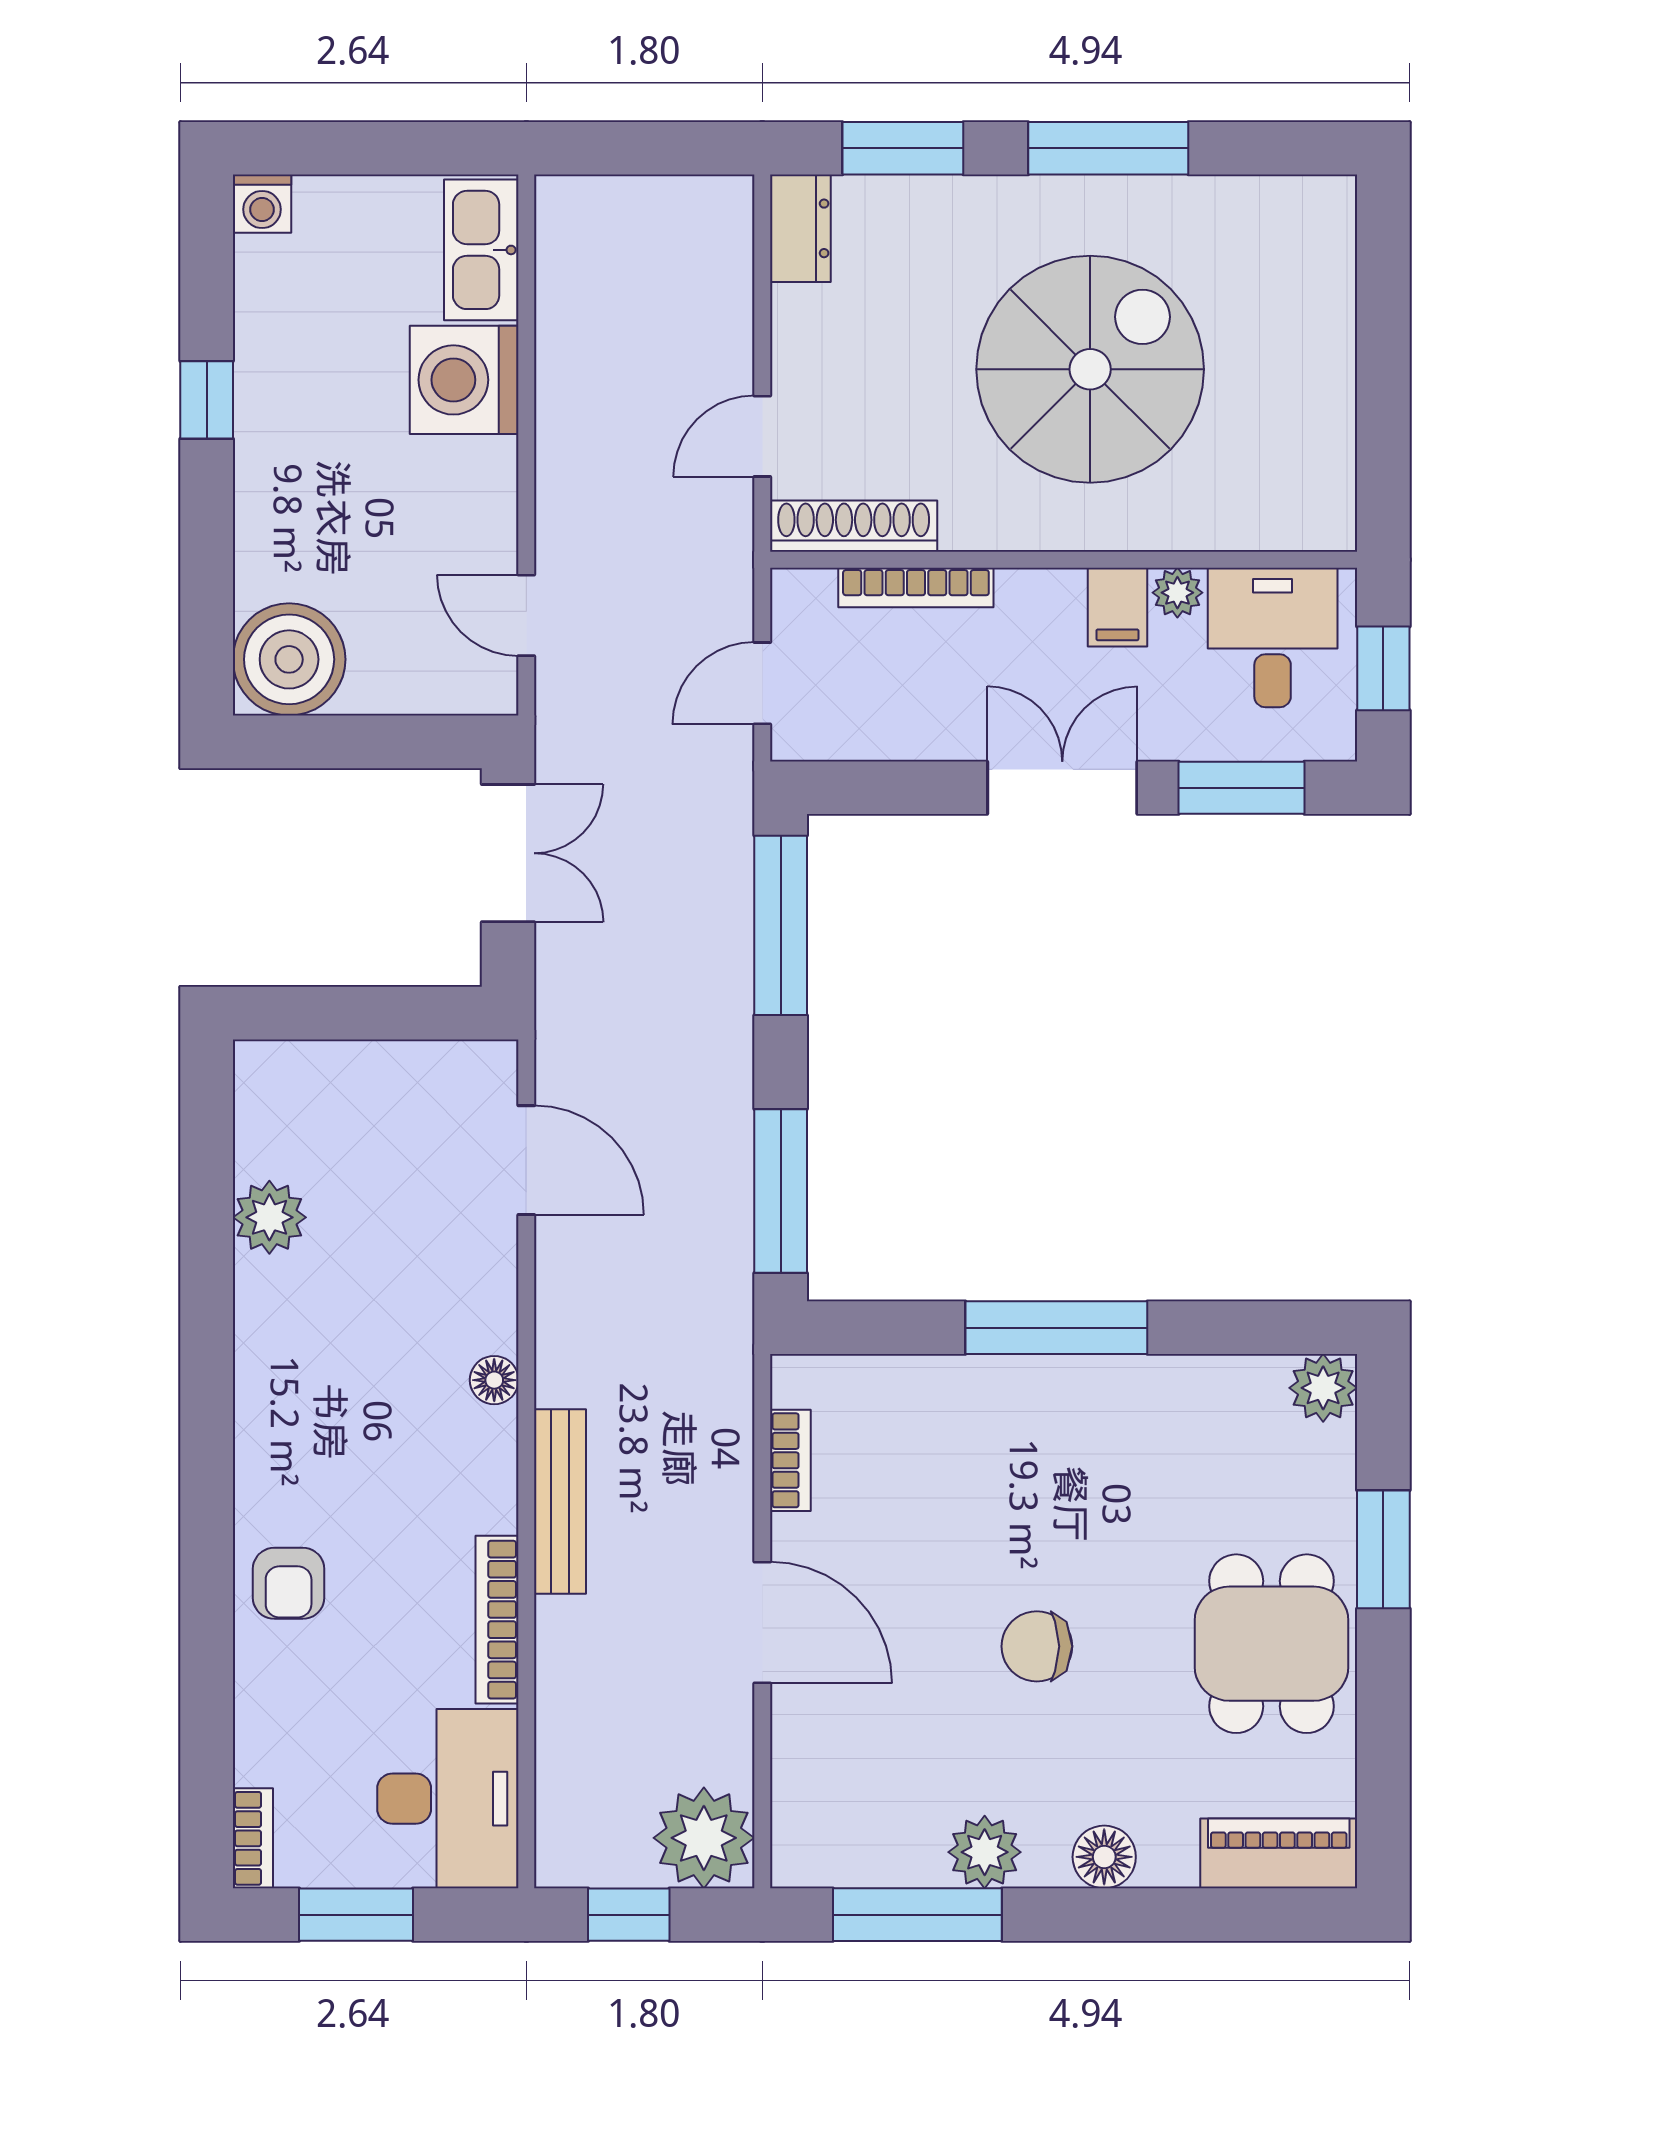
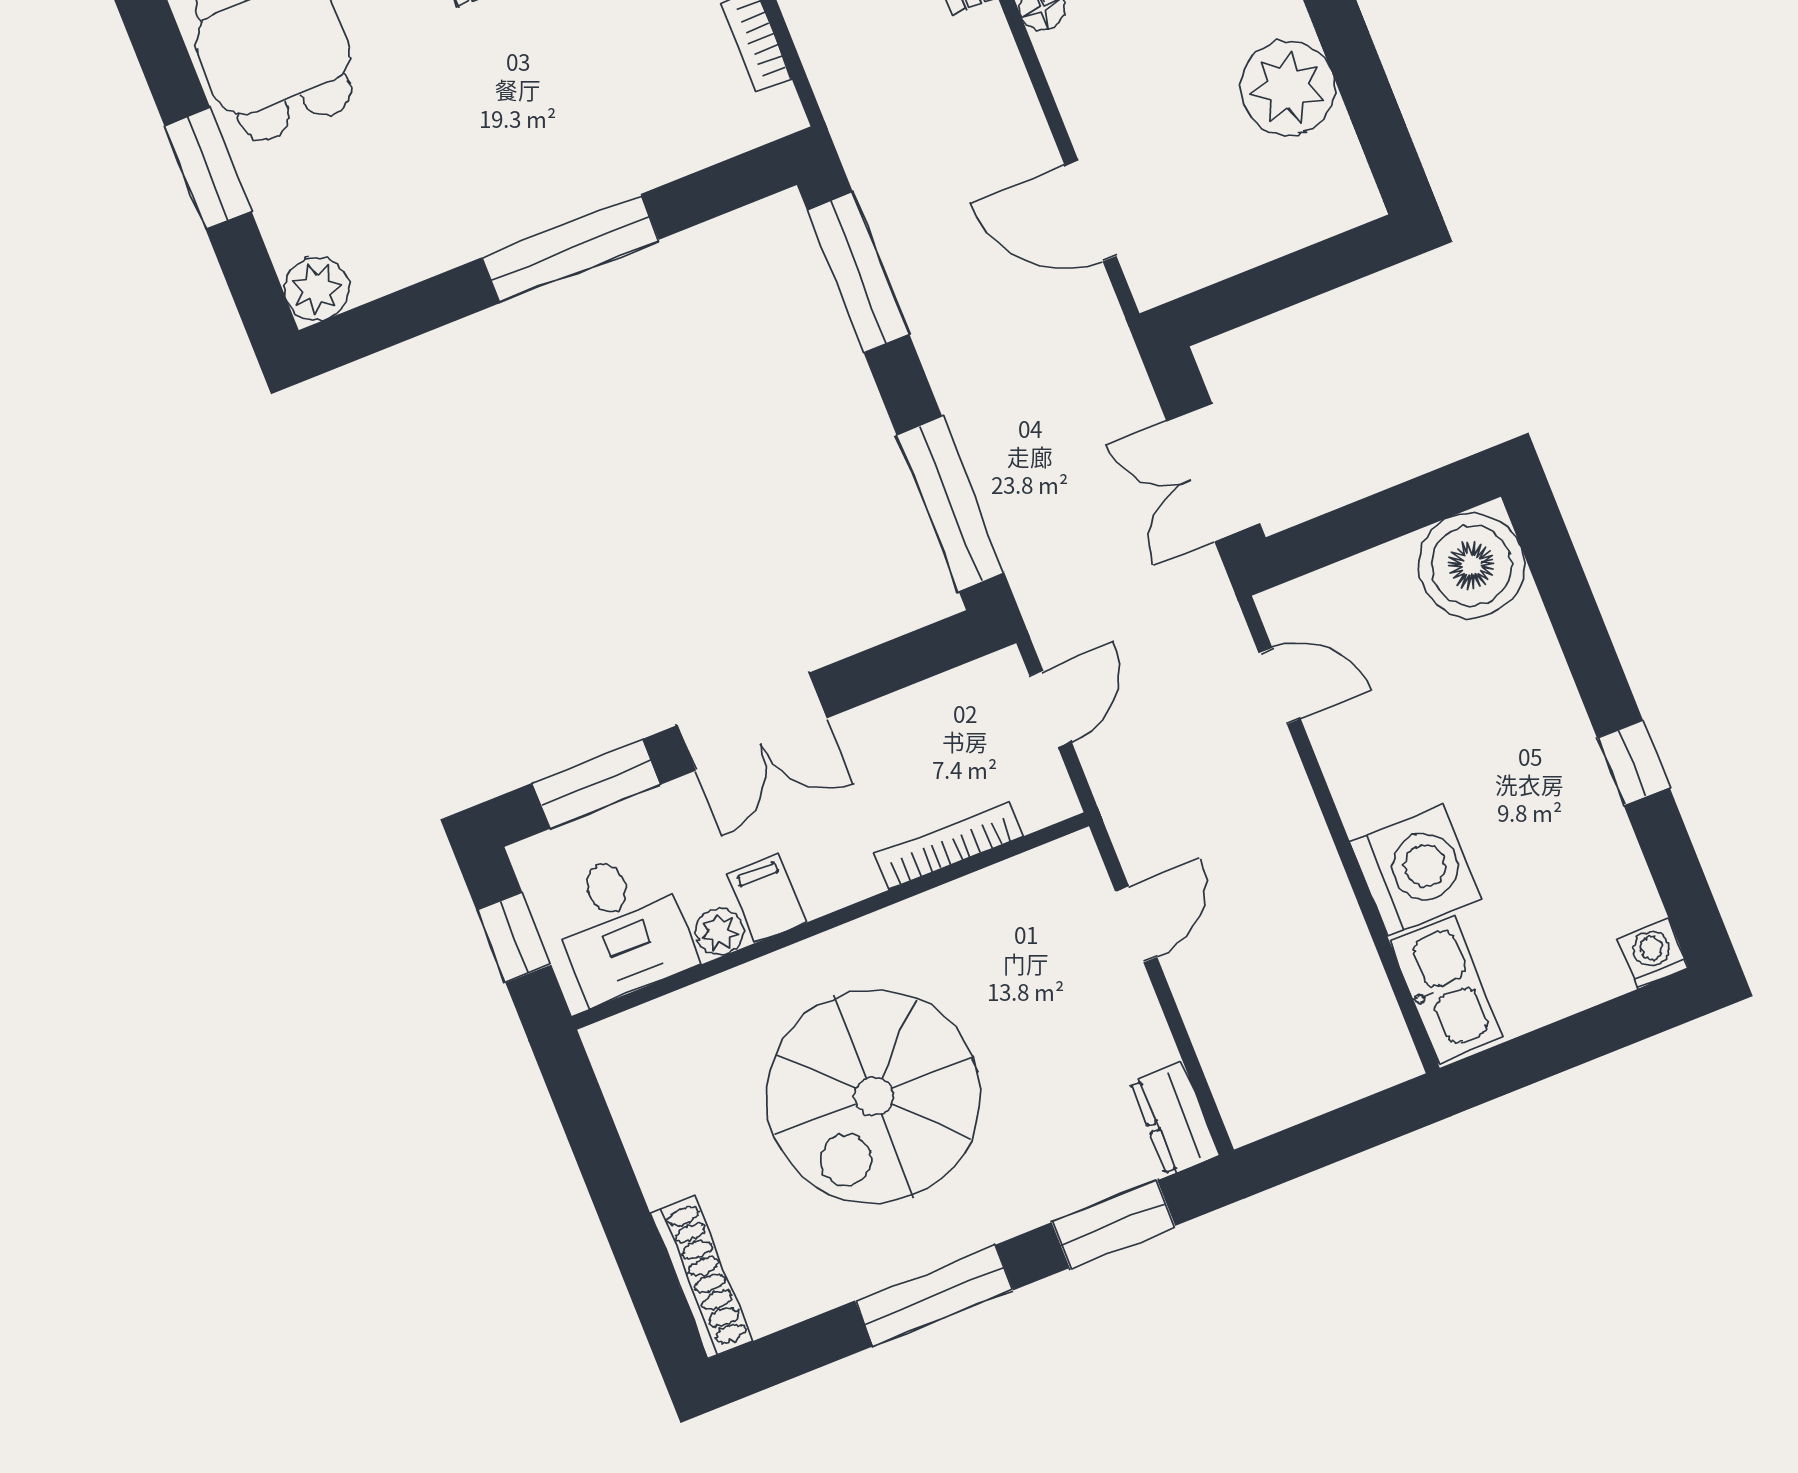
shoe rack: (854, 526) -> (702, 1277), moved, turned -90
plant: (269, 1217) -> (1288, 88), width x1.36, depth x1.36

